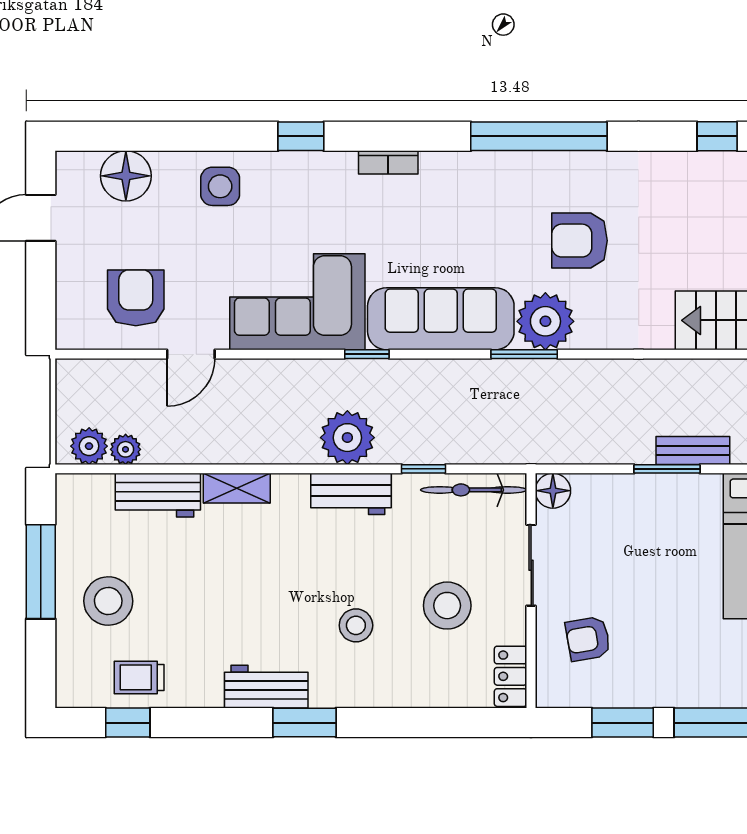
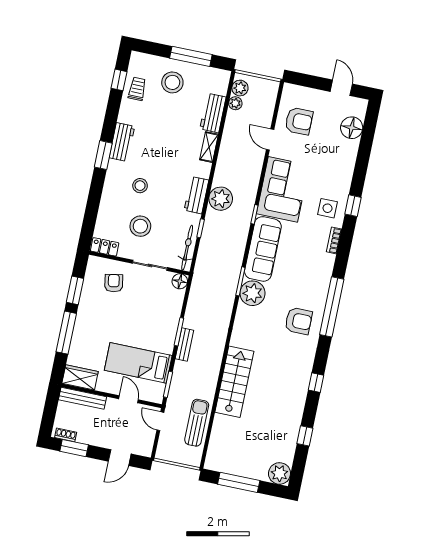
side table: (220, 186) -> (328, 208), moved
armchair: (580, 241) -> (299, 321), moved, turned 90

